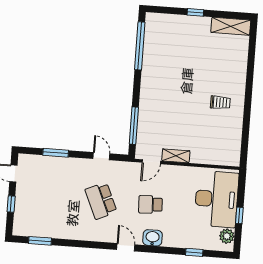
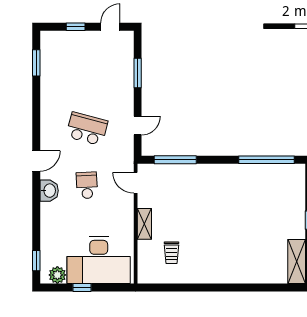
trolley: (220, 103) -> (171, 253), moved
shelving: (176, 156) -> (144, 224), moved
school desk: (101, 201) -> (87, 129), turned 39
window: (194, 252) -> (36, 261), moved

